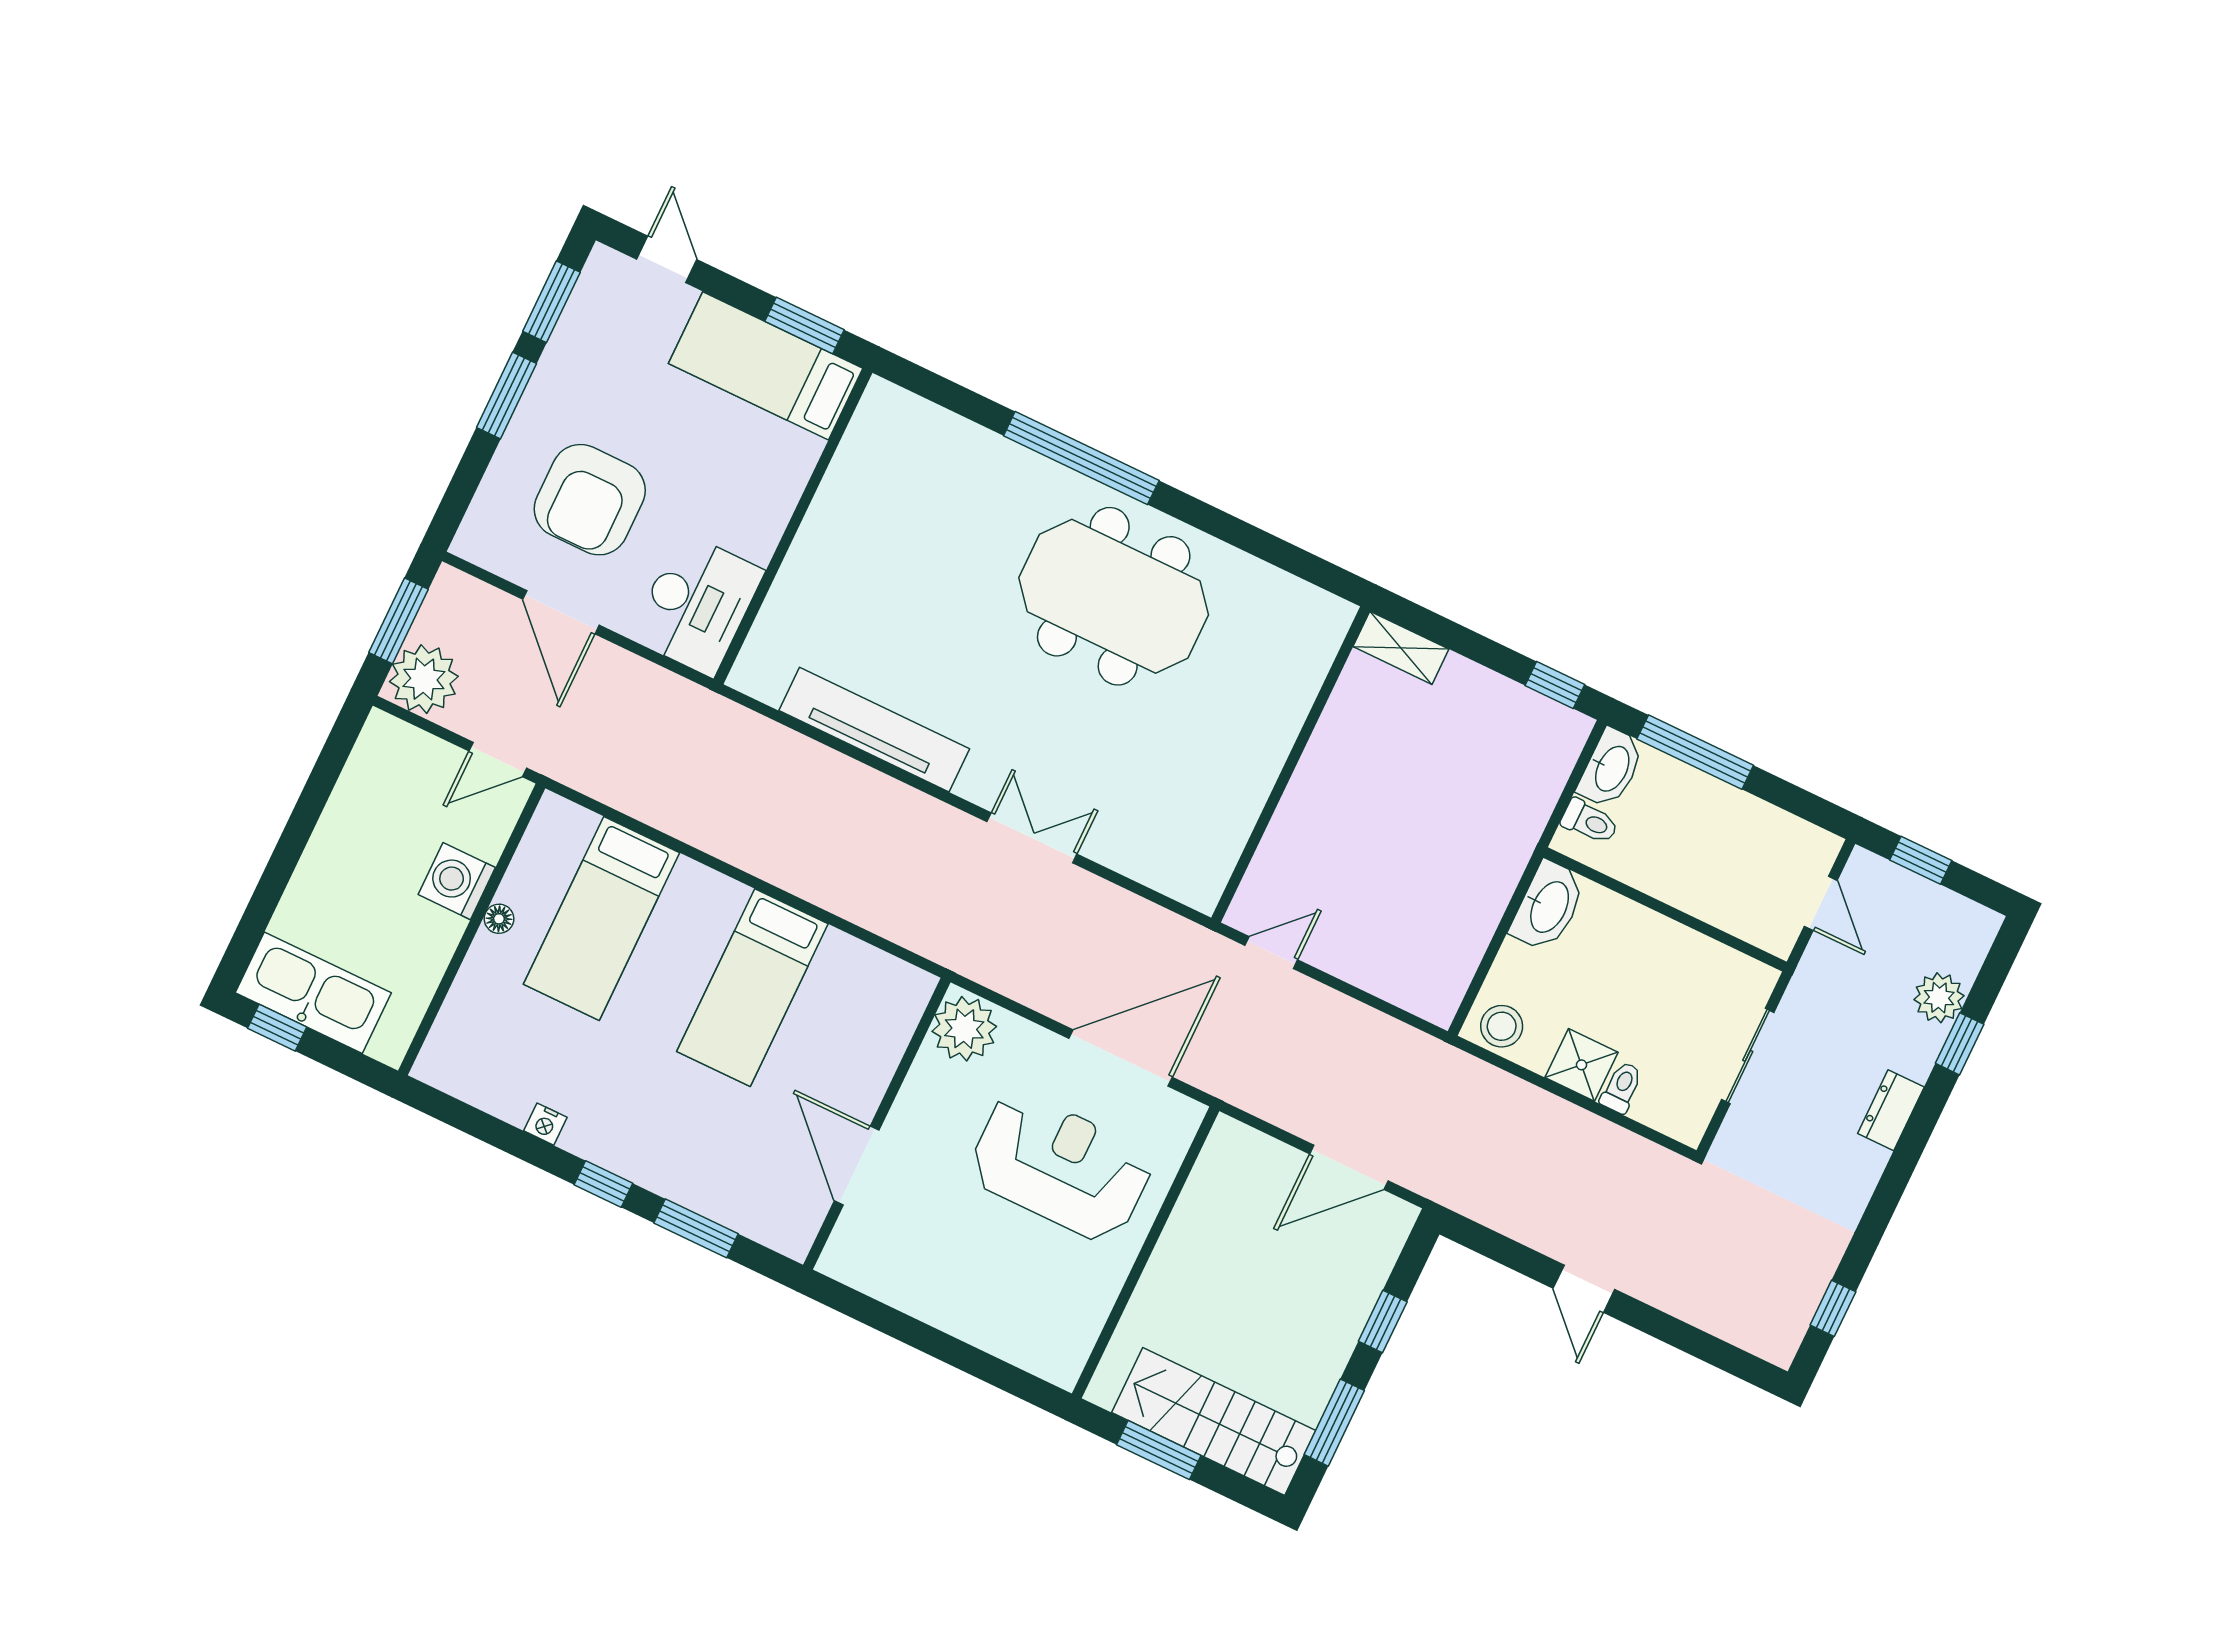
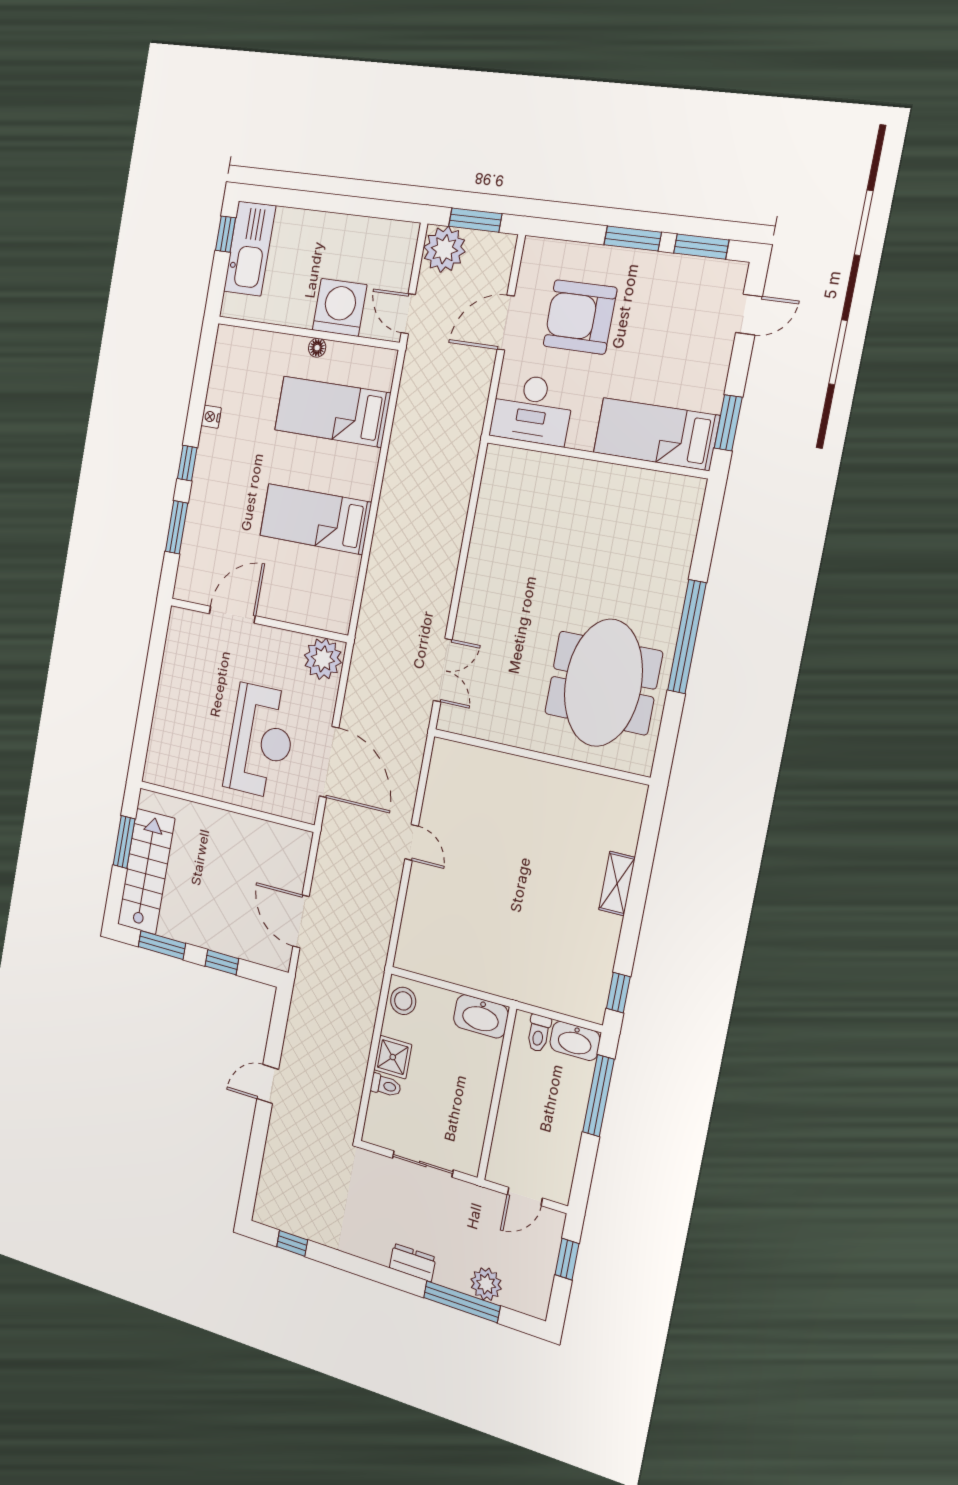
bed: (766, 366) -> (656, 434), moved, turned -90
tv unit: (874, 730) -> (483, 549), removed
wall: (1291, 764) -> (540, 757), moved
washing machine: (457, 881) -> (340, 307), width x1.37, depth x1.37
window: (1960, 1044) -> (462, 1302), width x2.17

